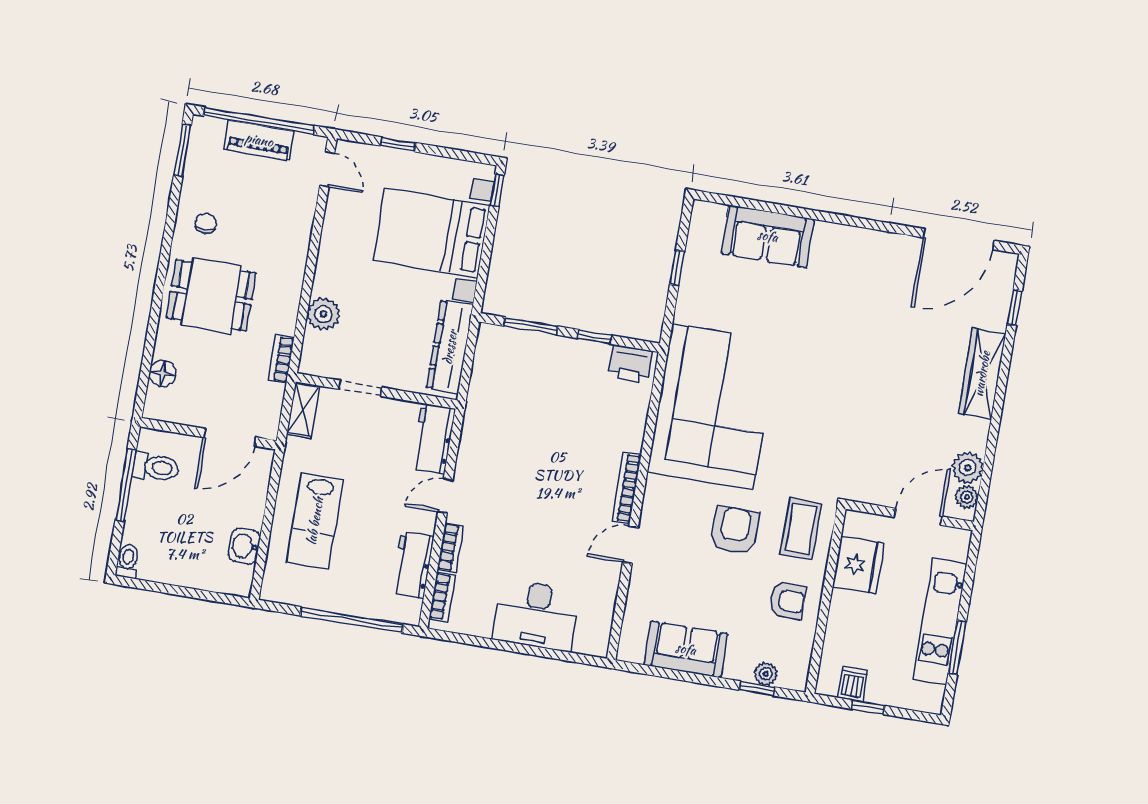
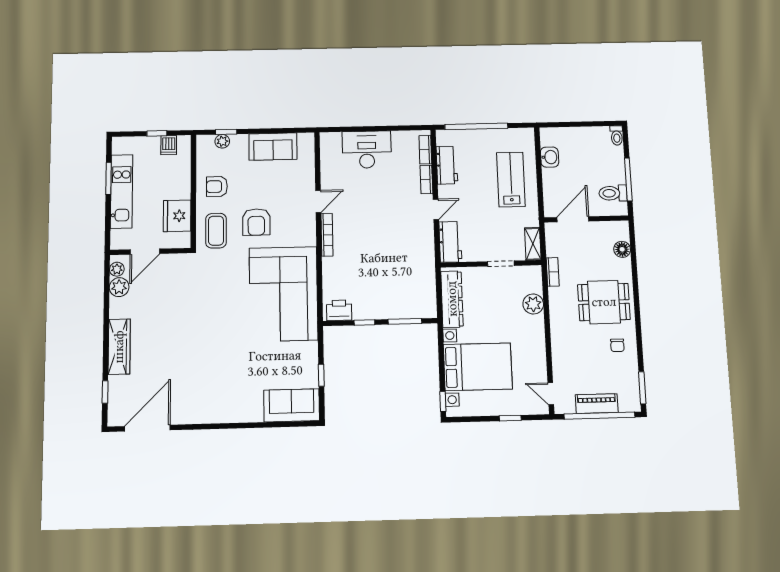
sofa: (768, 236) -> (292, 405), moved

